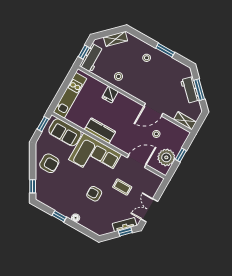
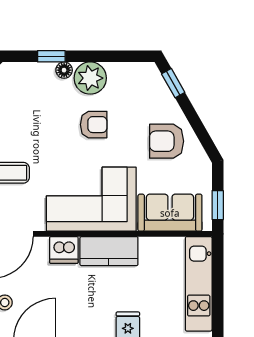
dishwasher: (119, 142) -> (64, 250), added
armchair: (94, 194) -> (94, 125), moved
plant: (66, 208) -> (90, 78), added
window: (59, 216) -> (51, 56), moved

